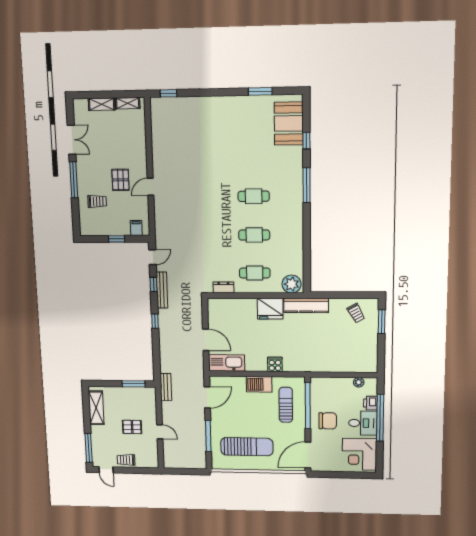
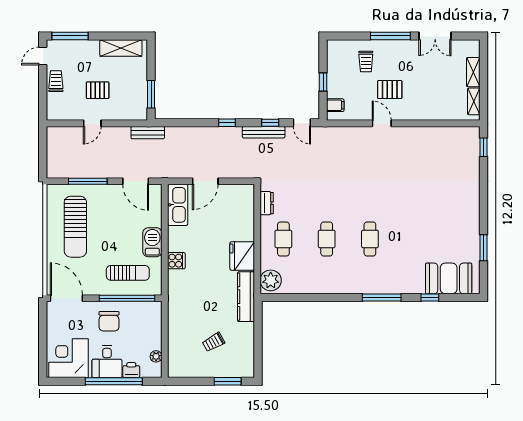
trolley: (356, 313) -> (213, 342), moved
pallet: (132, 427) -> (98, 90), turned 90

